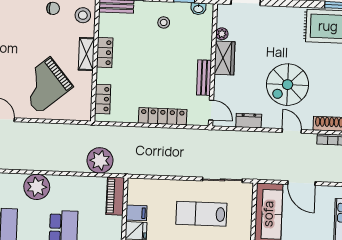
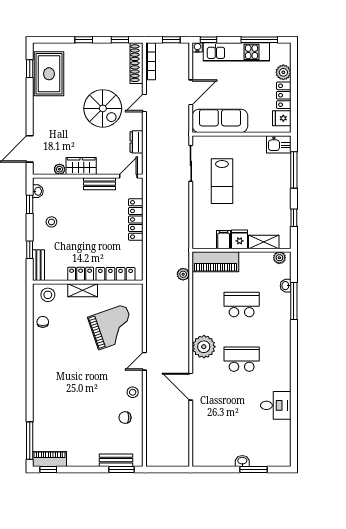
grand piano: (44, 85) -> (112, 327), turned -69
locker: (103, 99) -> (115, 274), width x1.53
plant: (100, 160) -> (183, 274), width x0.53, depth x0.53
plant: (37, 187) -> (204, 347), moved
piano: (115, 196) -> (215, 262), width x1.37, depth x1.33

